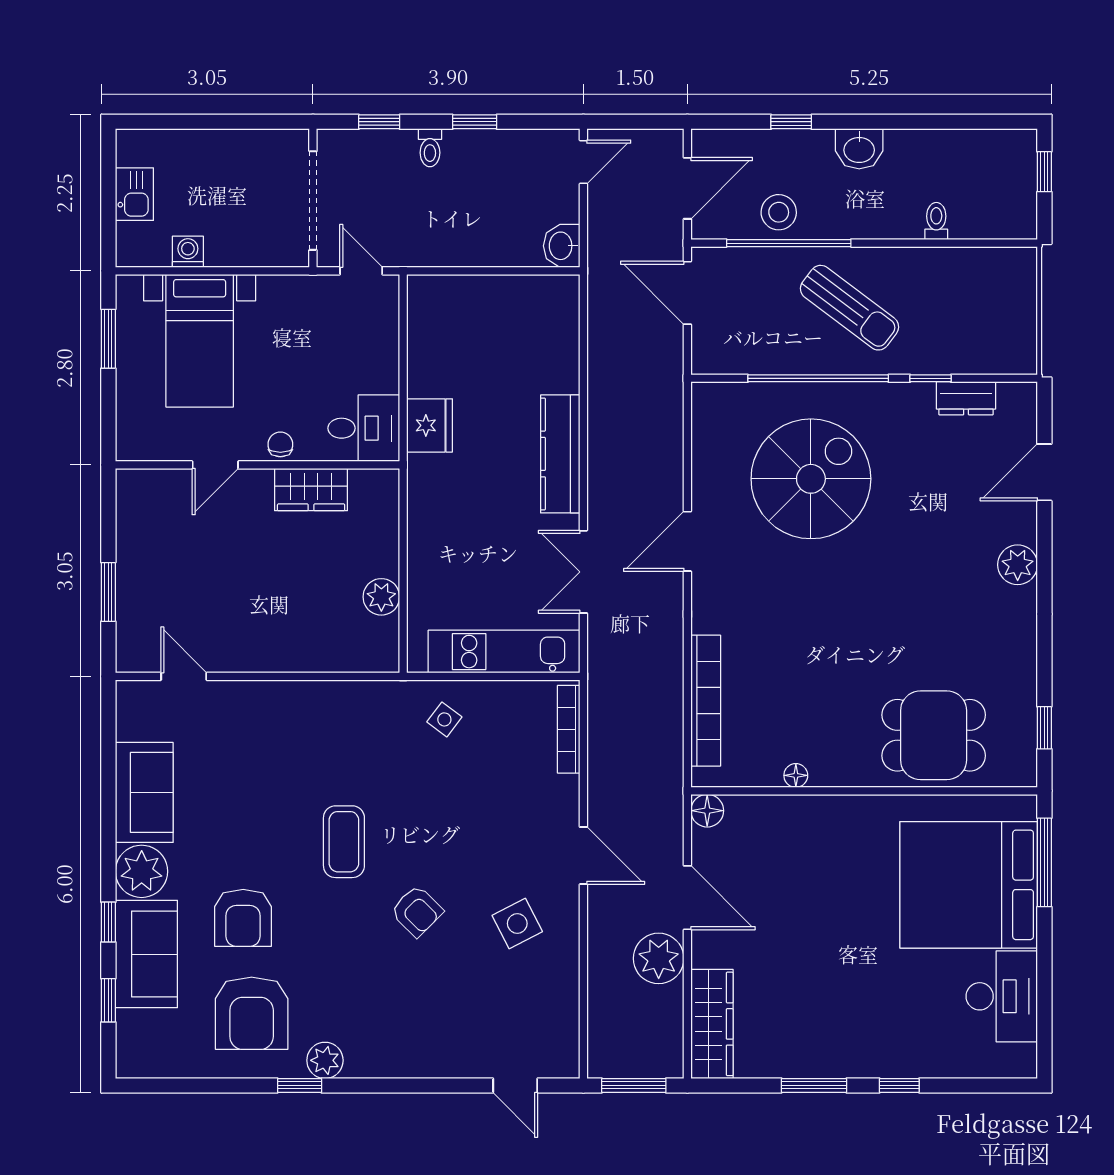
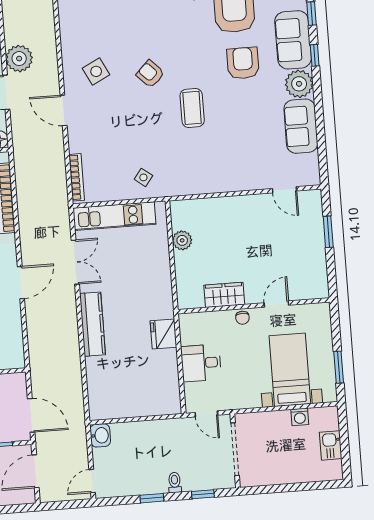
desk: (364, 428) -> (201, 363), moved

